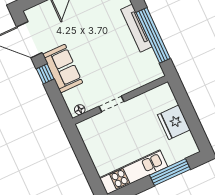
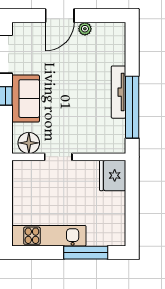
floor lamp: (80, 110) -> (29, 143), width x1.89, depth x1.89
fridge: (174, 122) -> (113, 175), moved

